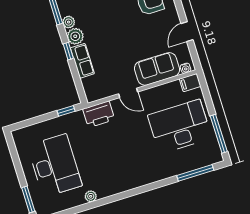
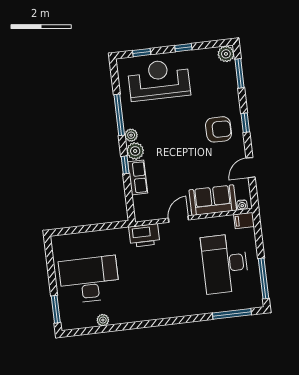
door: (128, 93) -> (178, 219), swing flipped
window: (66, 111) -> (111, 226), removed
desk: (180, 127) -> (225, 264), turned -90
desk: (55, 166) -> (89, 280), turned -90
plant: (91, 196) -> (103, 320), moved

